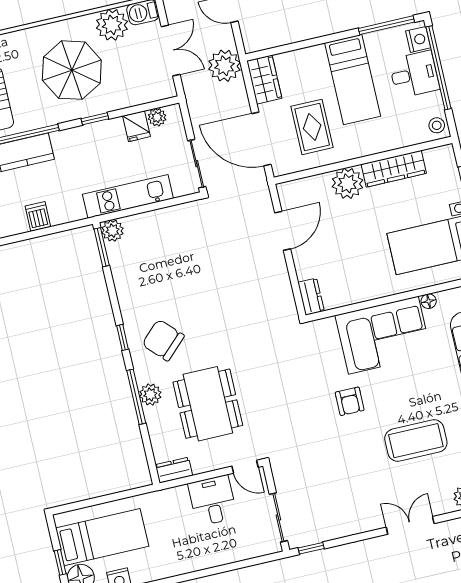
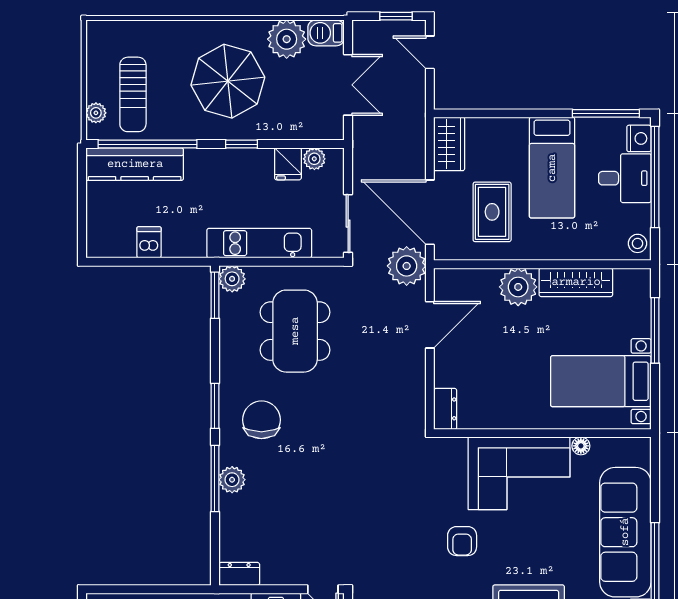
plant: (224, 66) -> (407, 266), moved
window: (123, 337) -> (215, 406), width x1.50
chair: (163, 340) -> (261, 420), turned 44
dining table: (208, 404) -> (295, 331), moved

